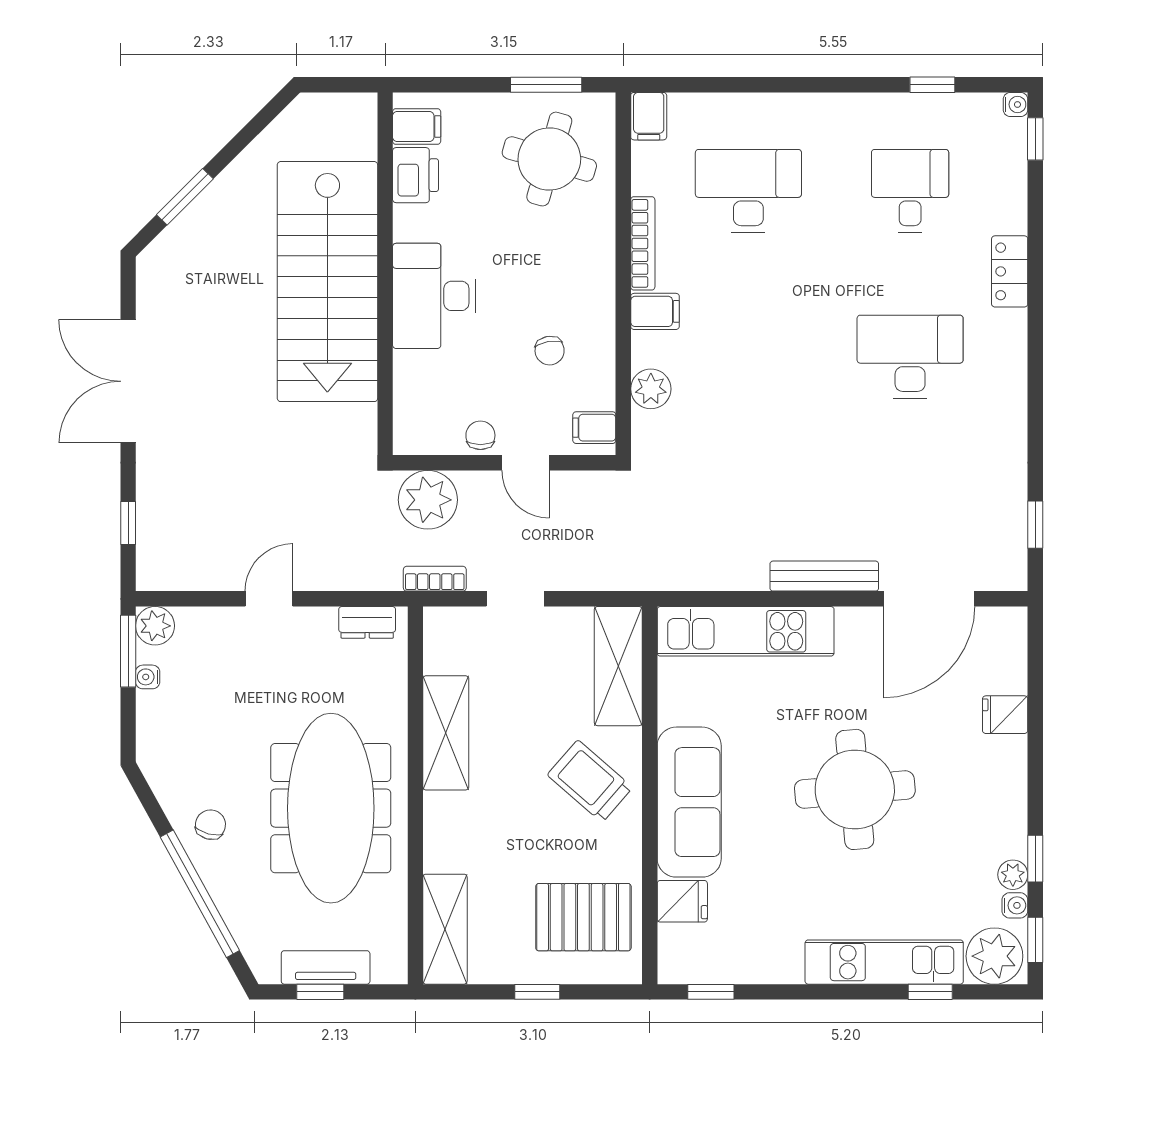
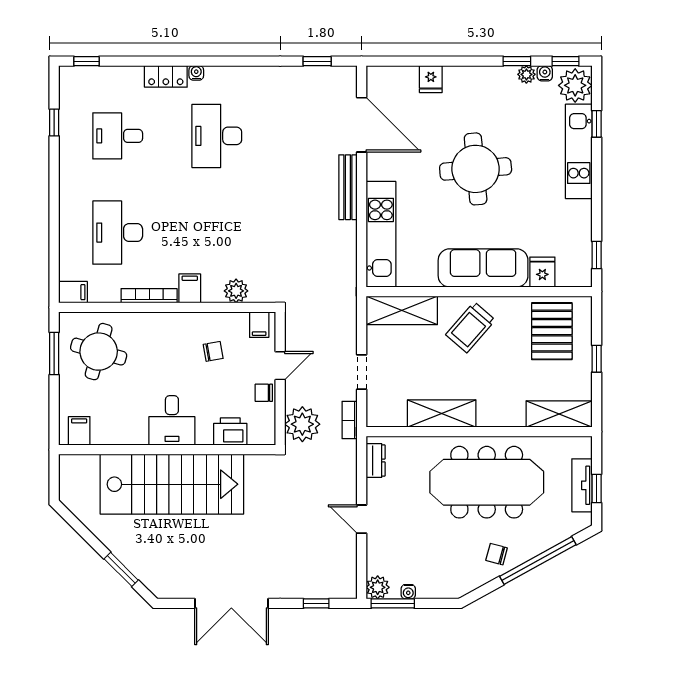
water cooler: (1015, 104) -> (196, 73), moved
printer: (416, 175) -> (230, 432), moved
desk: (434, 296) -> (172, 420), width x0.73

